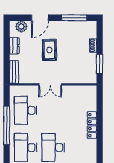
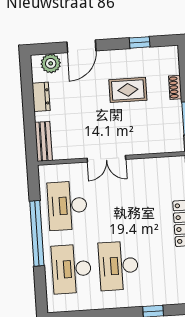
window: (74, 18) -> (140, 42), width x0.46
rug: (49, 50) -> (128, 90), moved, turned 90

